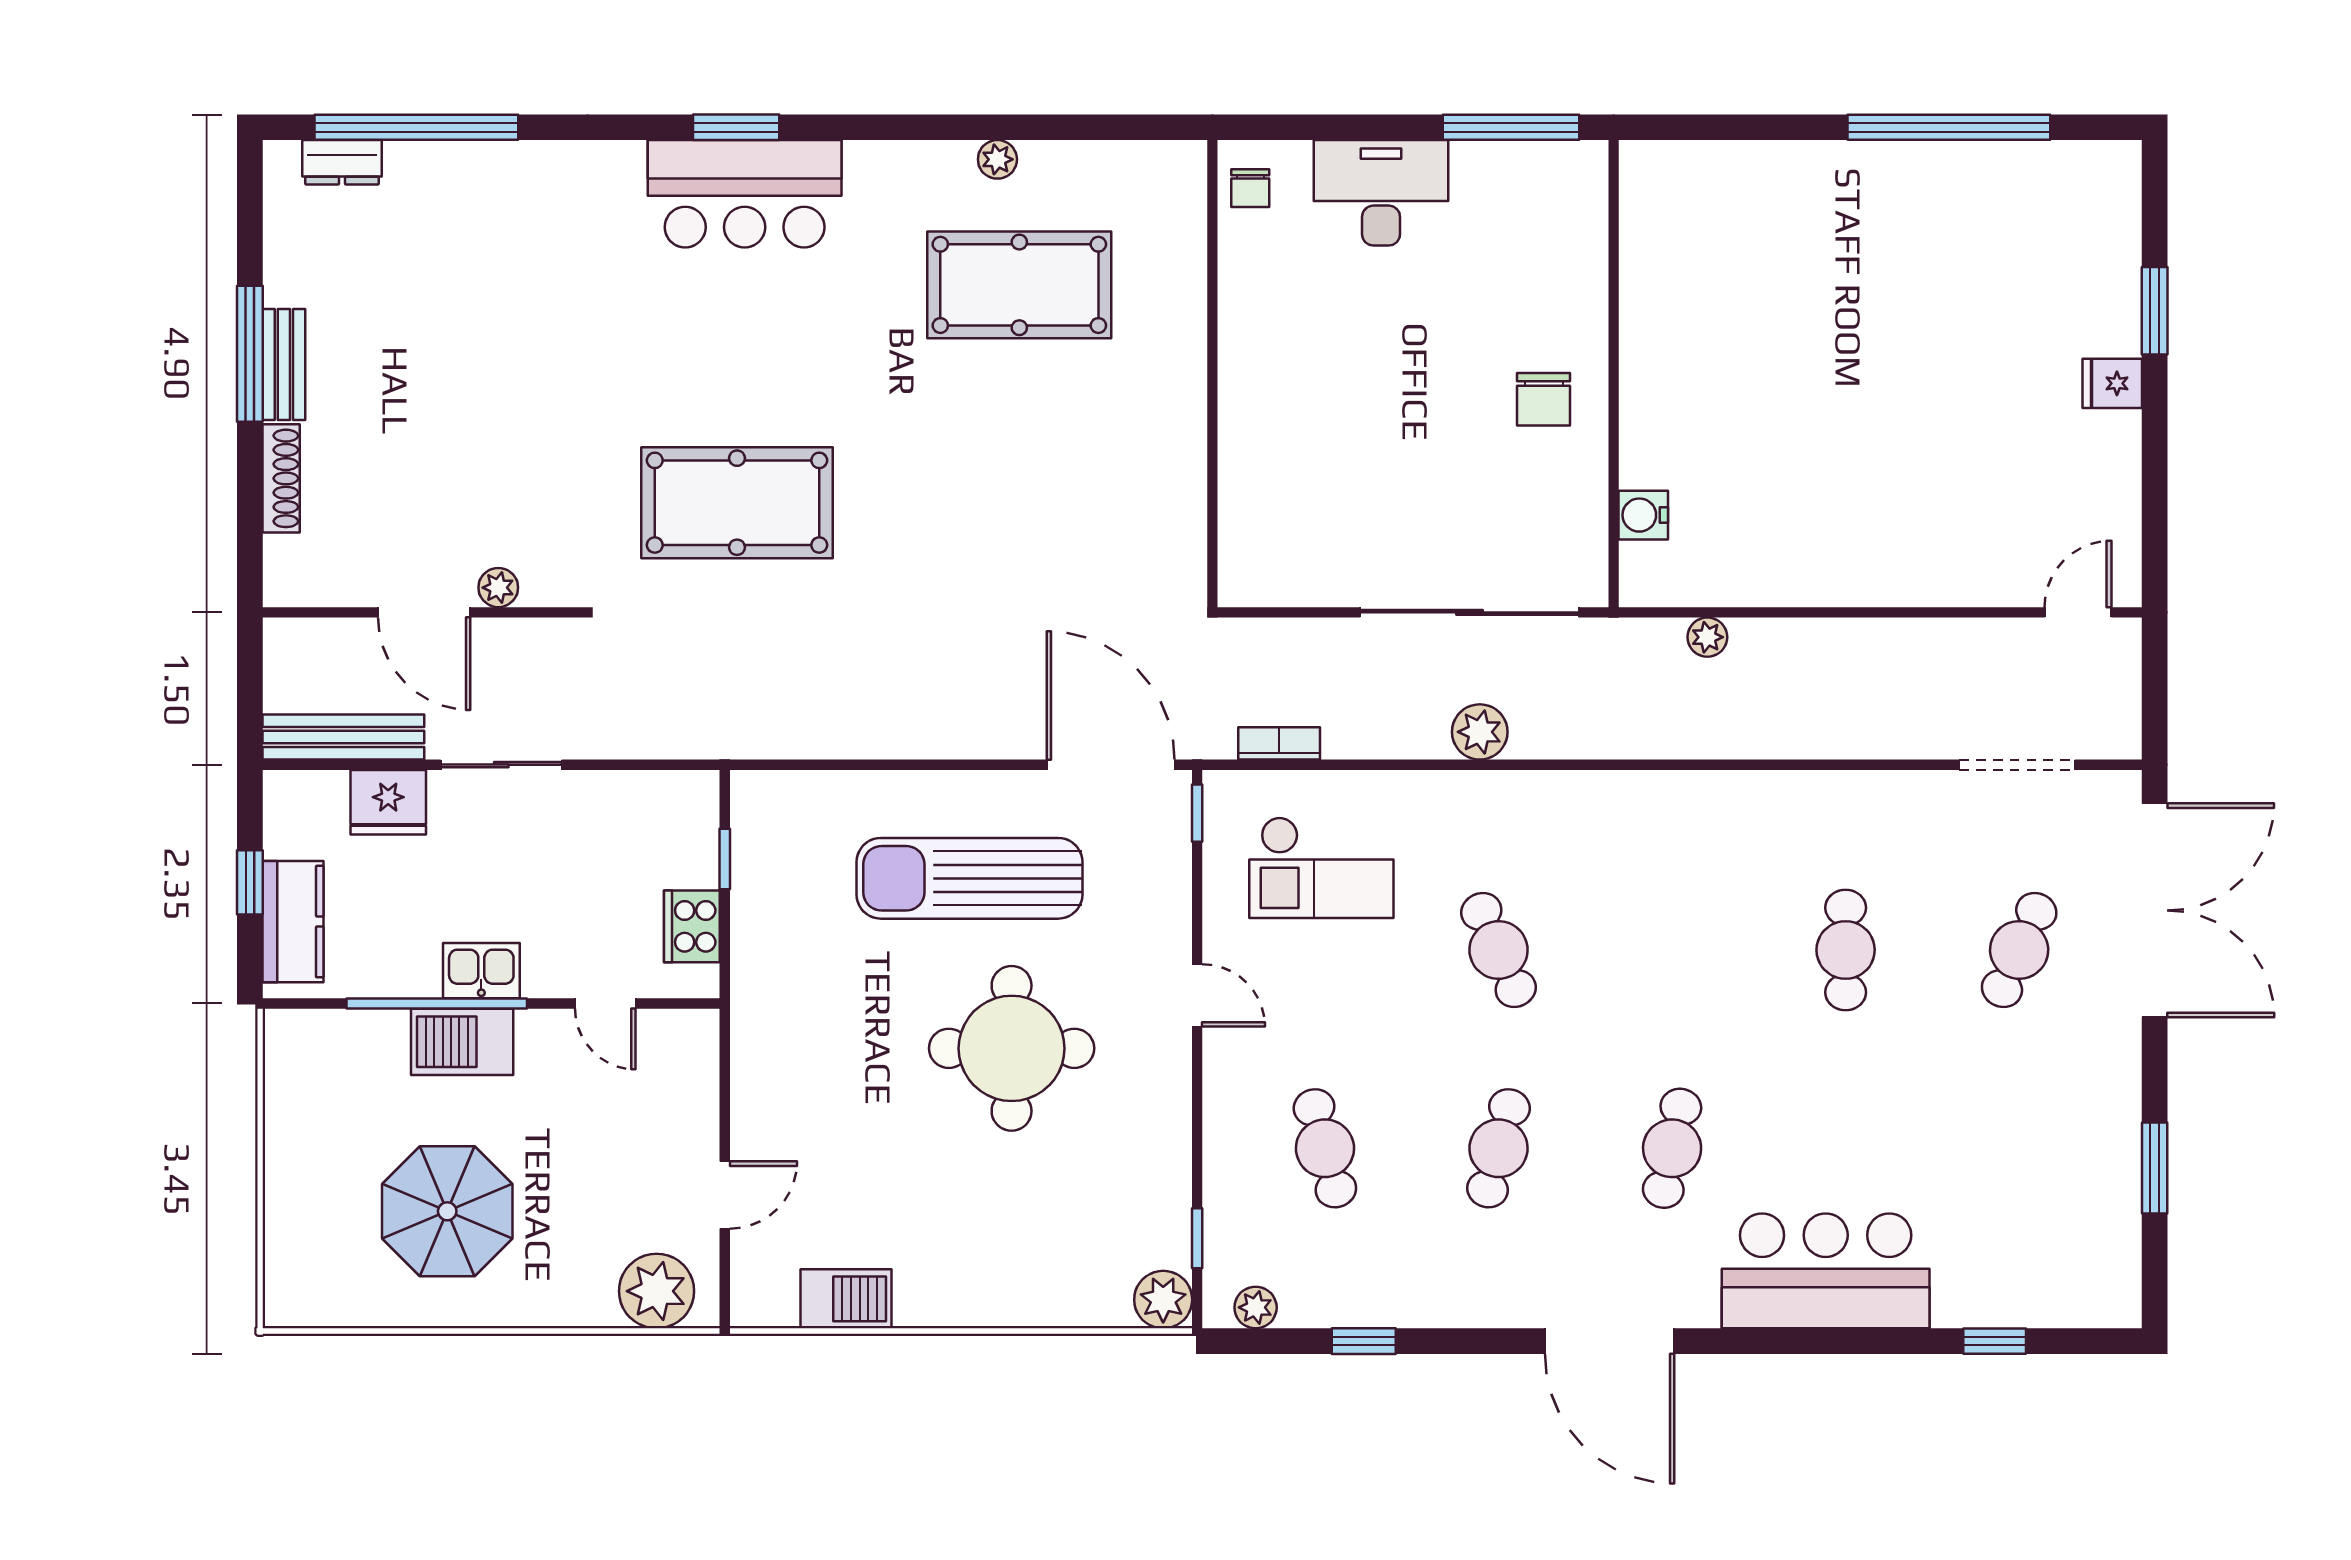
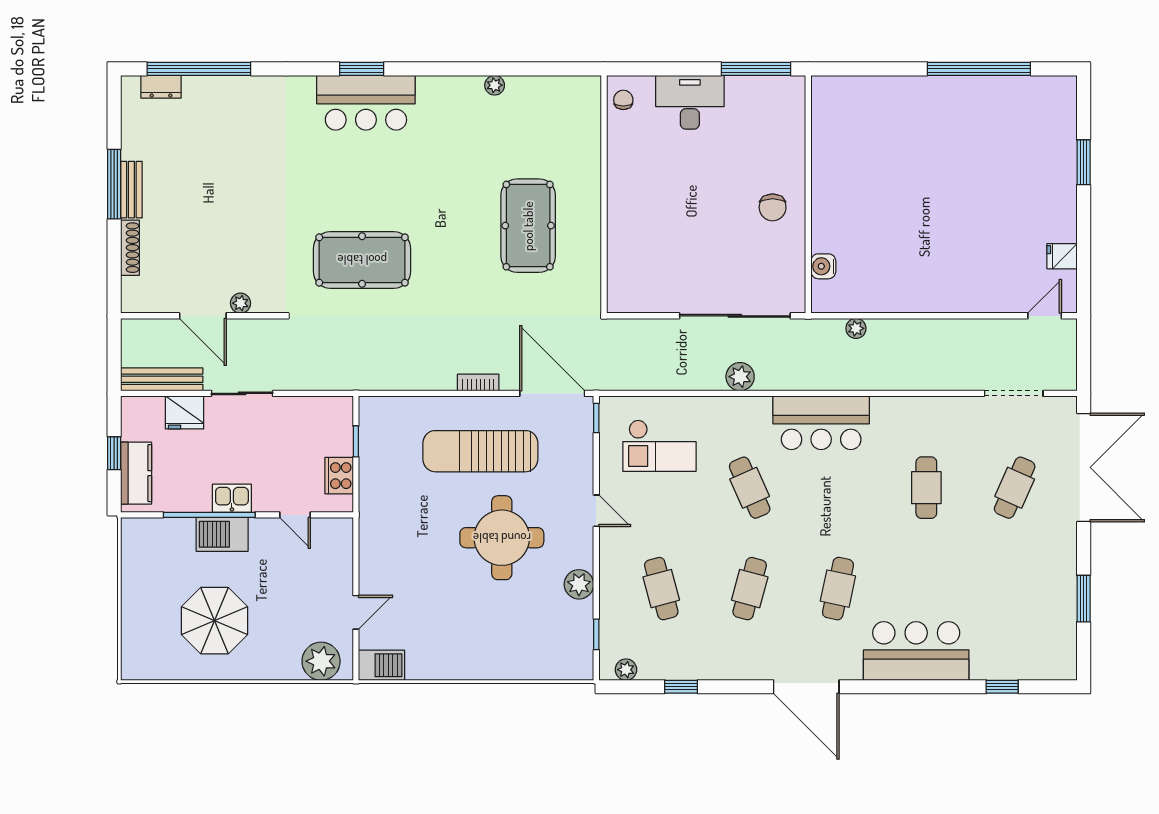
chair: (1250, 188) -> (623, 100), turned 180
pool table: (1019, 285) -> (528, 226), moved, turned 90
fridge: (2112, 383) -> (1062, 256), moved
bookcase: (1279, 743) -> (478, 382), moved
bar counter: (1639, 823) -> (821, 423), added
barbecue: (846, 1299) -> (382, 665), moved
plant: (1163, 1300) -> (579, 584), moved

